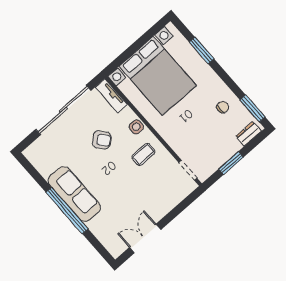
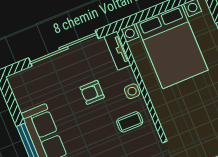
armchair: (102, 140) -> (92, 92), turned 130

